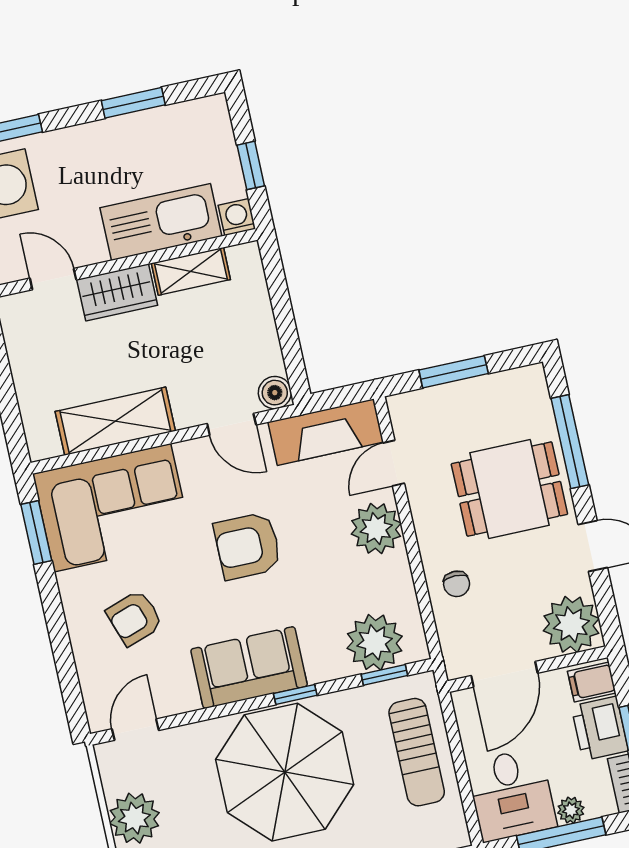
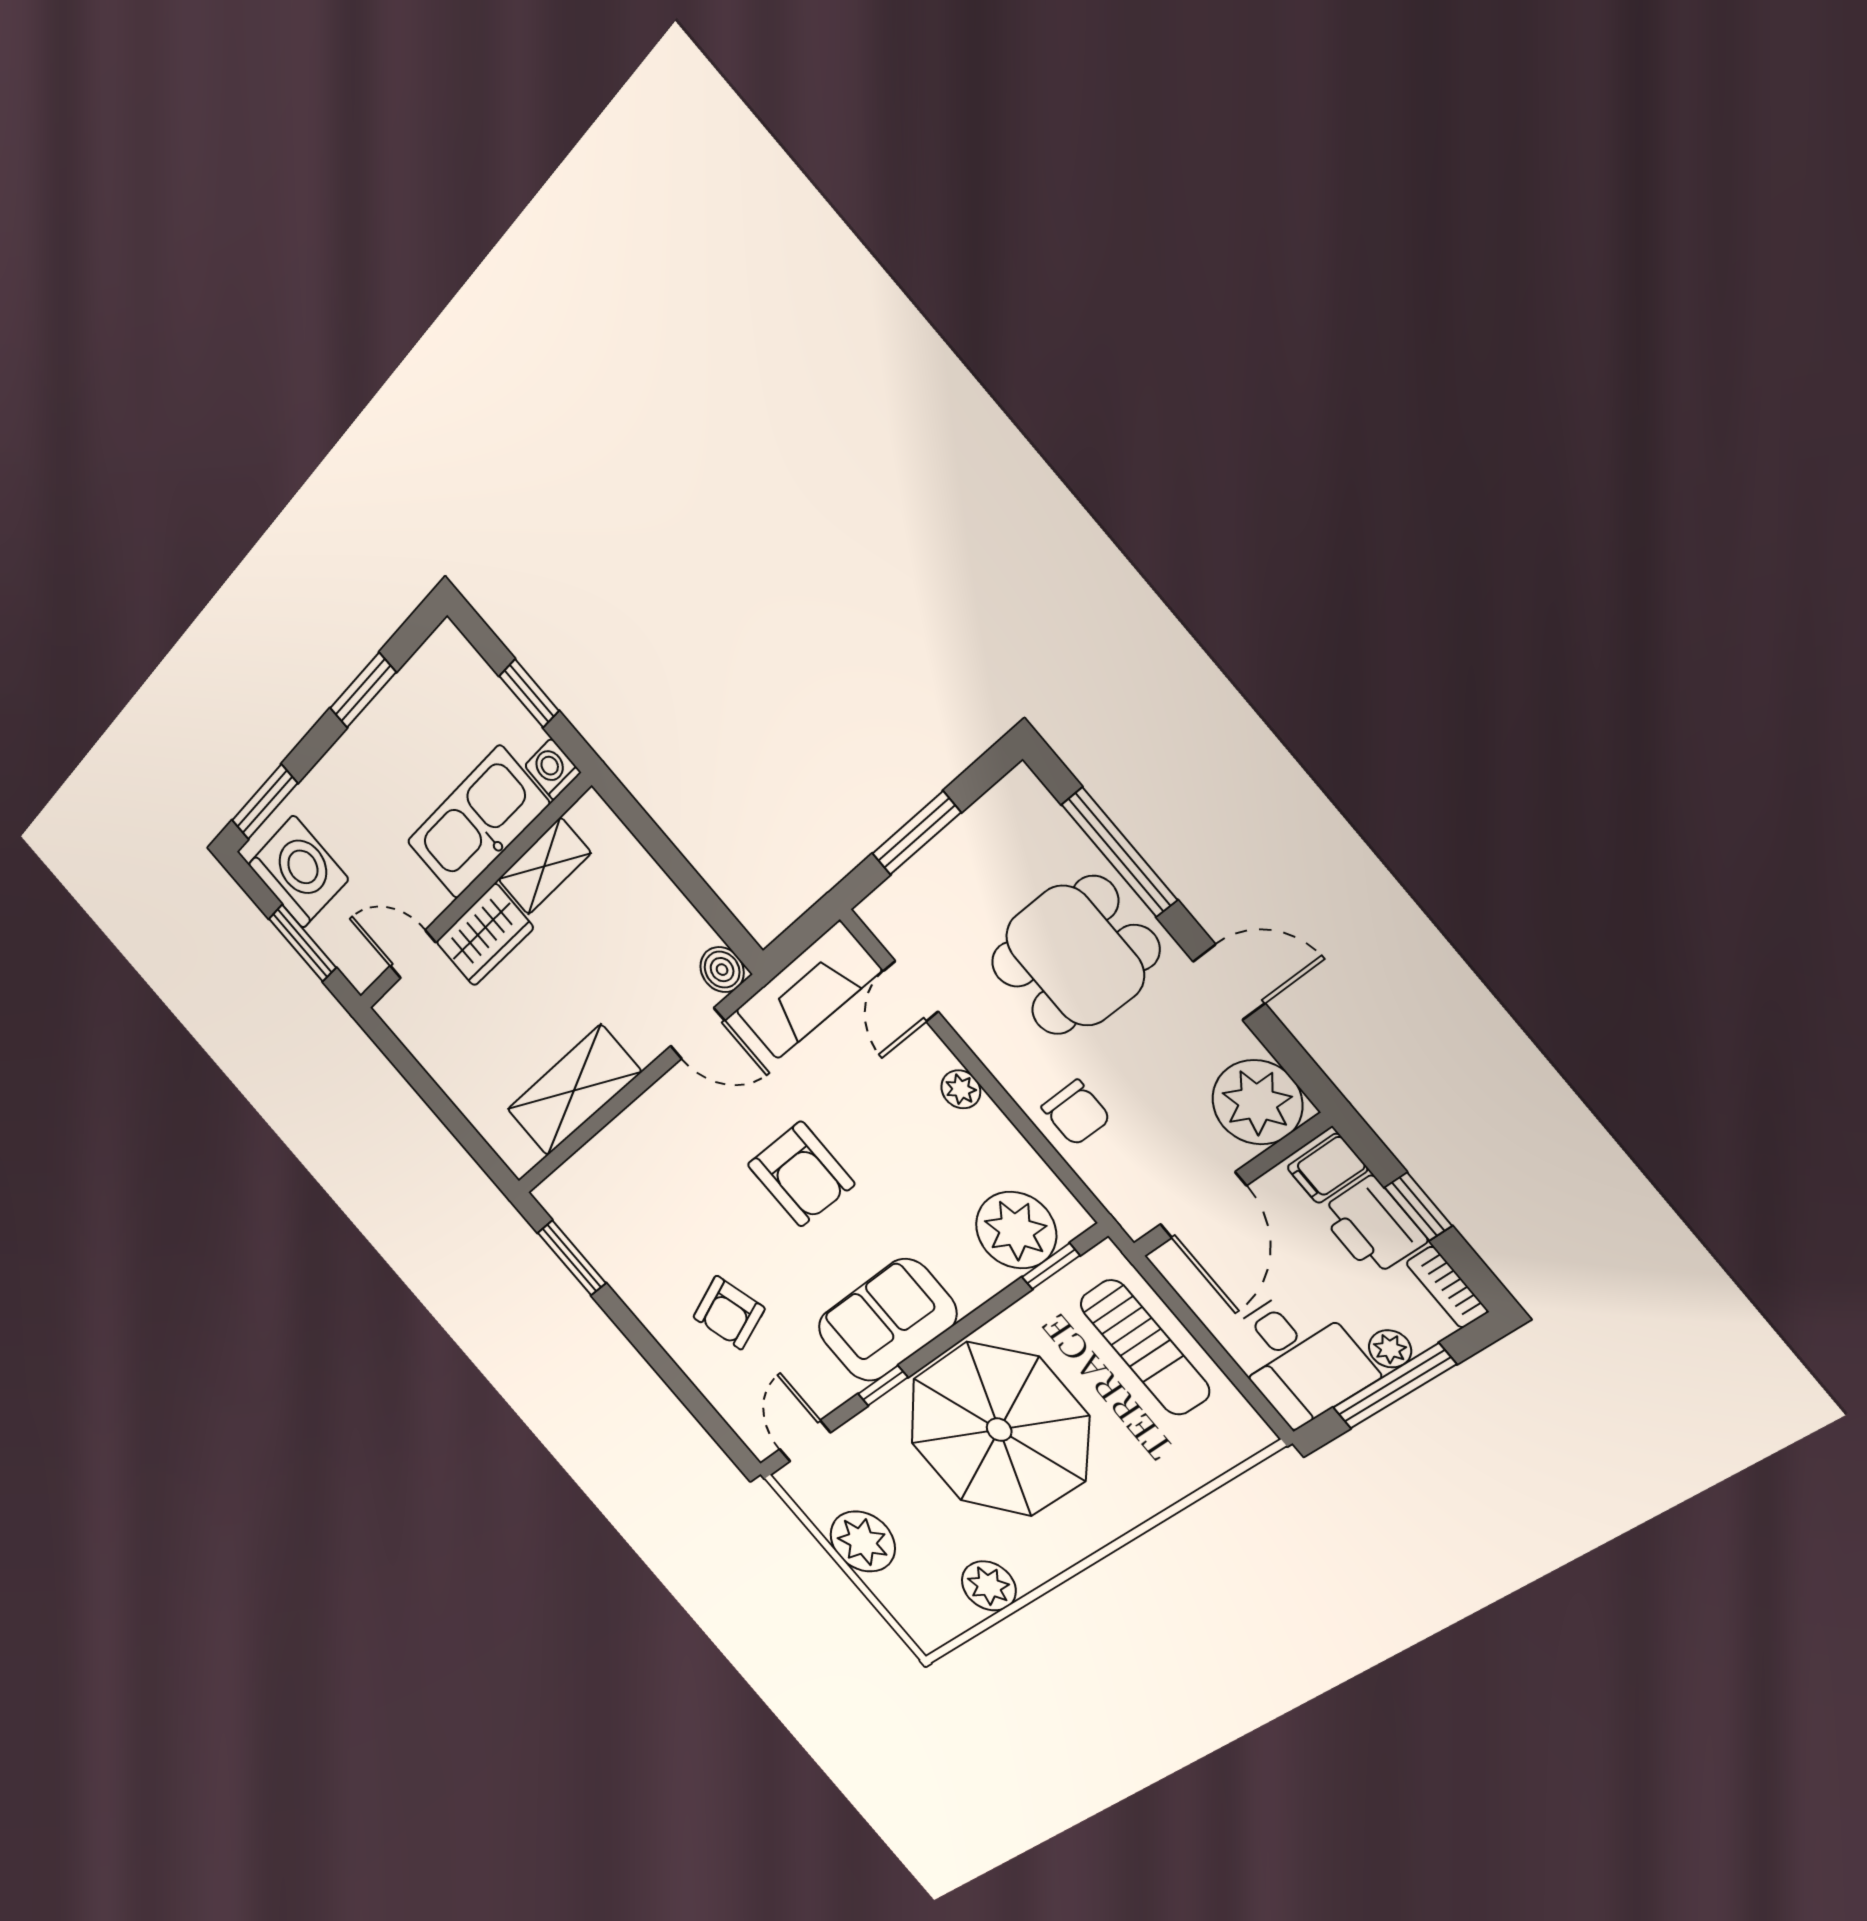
corner sofa: (112, 508) -> (631, 1194), removed
plant: (376, 529) -> (961, 1089), width x0.53, depth x0.53
armchair: (248, 546) -> (801, 1174), turned -90
chair: (457, 584) -> (1076, 1113), width x1.37, depth x1.37
window: (295, 694) -> (883, 1386), moved

